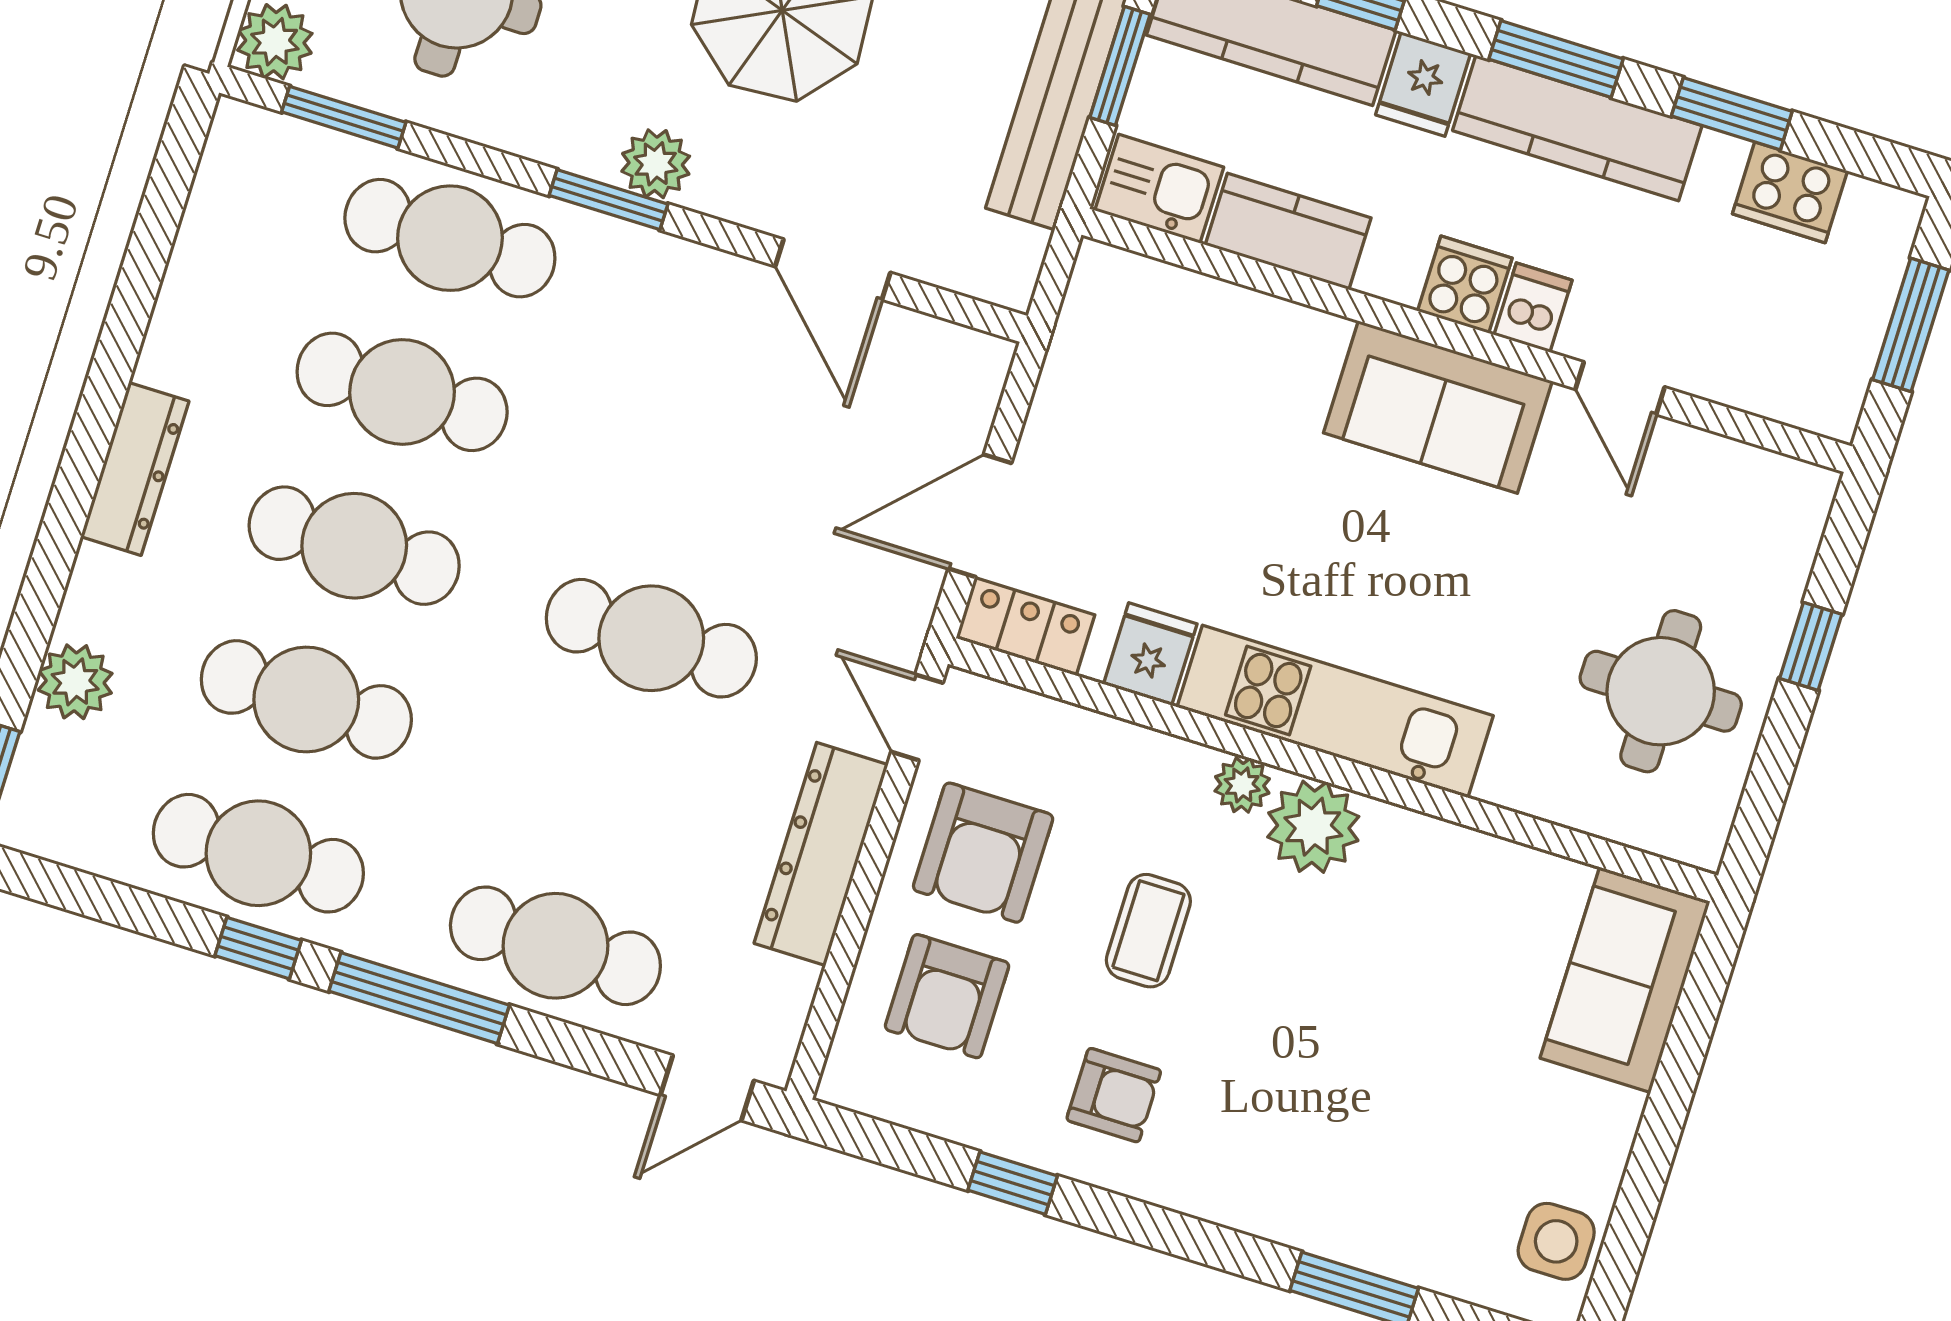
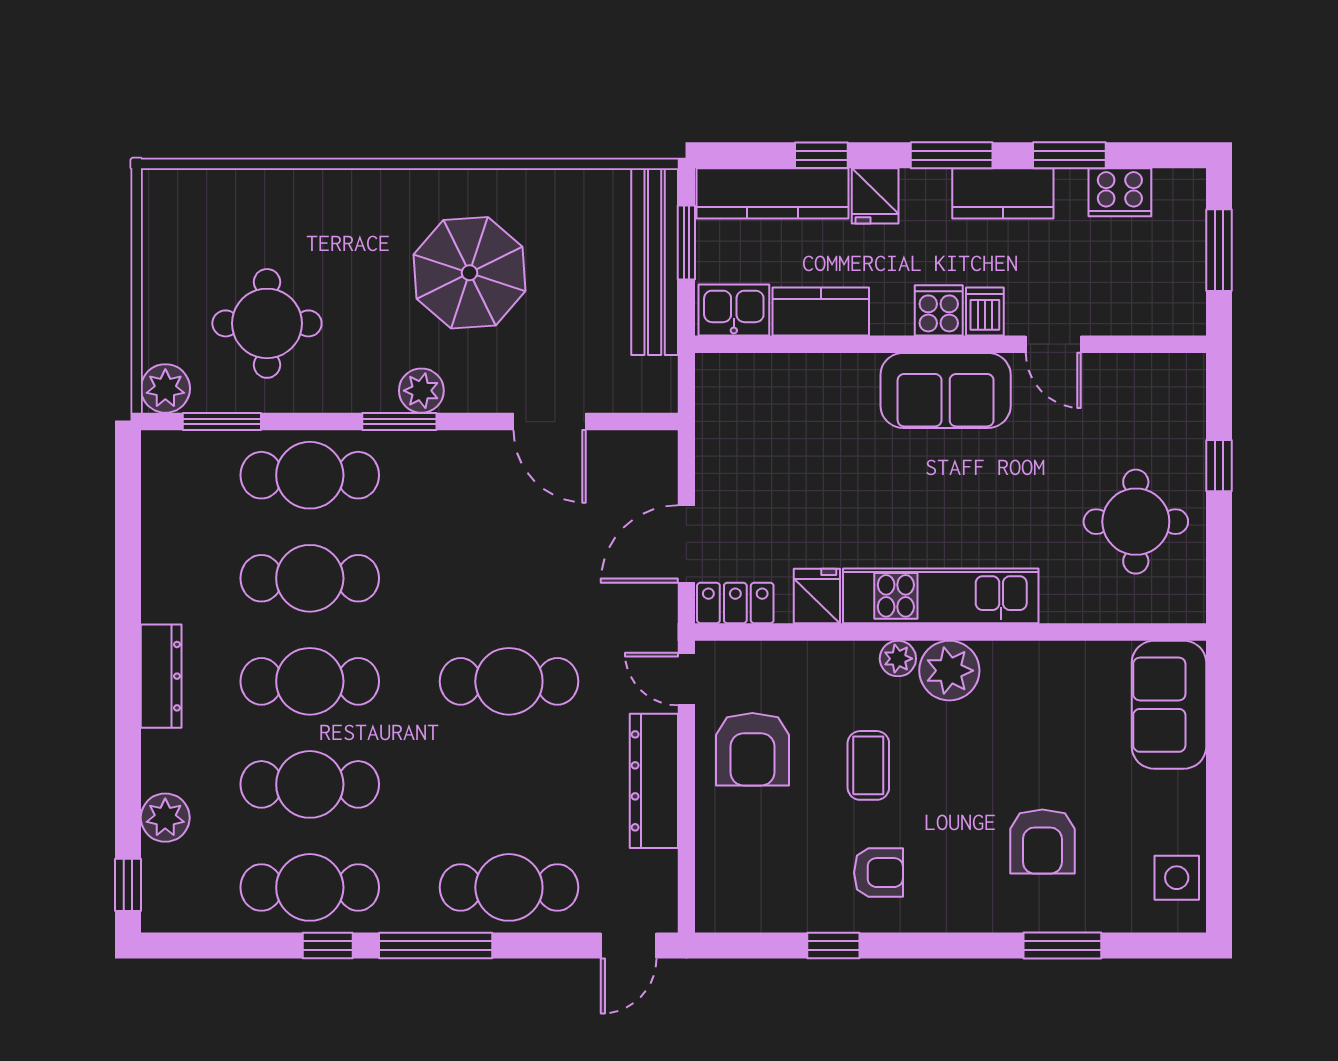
kitchen counter: (1577, 128) -> (1003, 193), width x0.67
armchair: (947, 996) -> (1042, 842), moved

